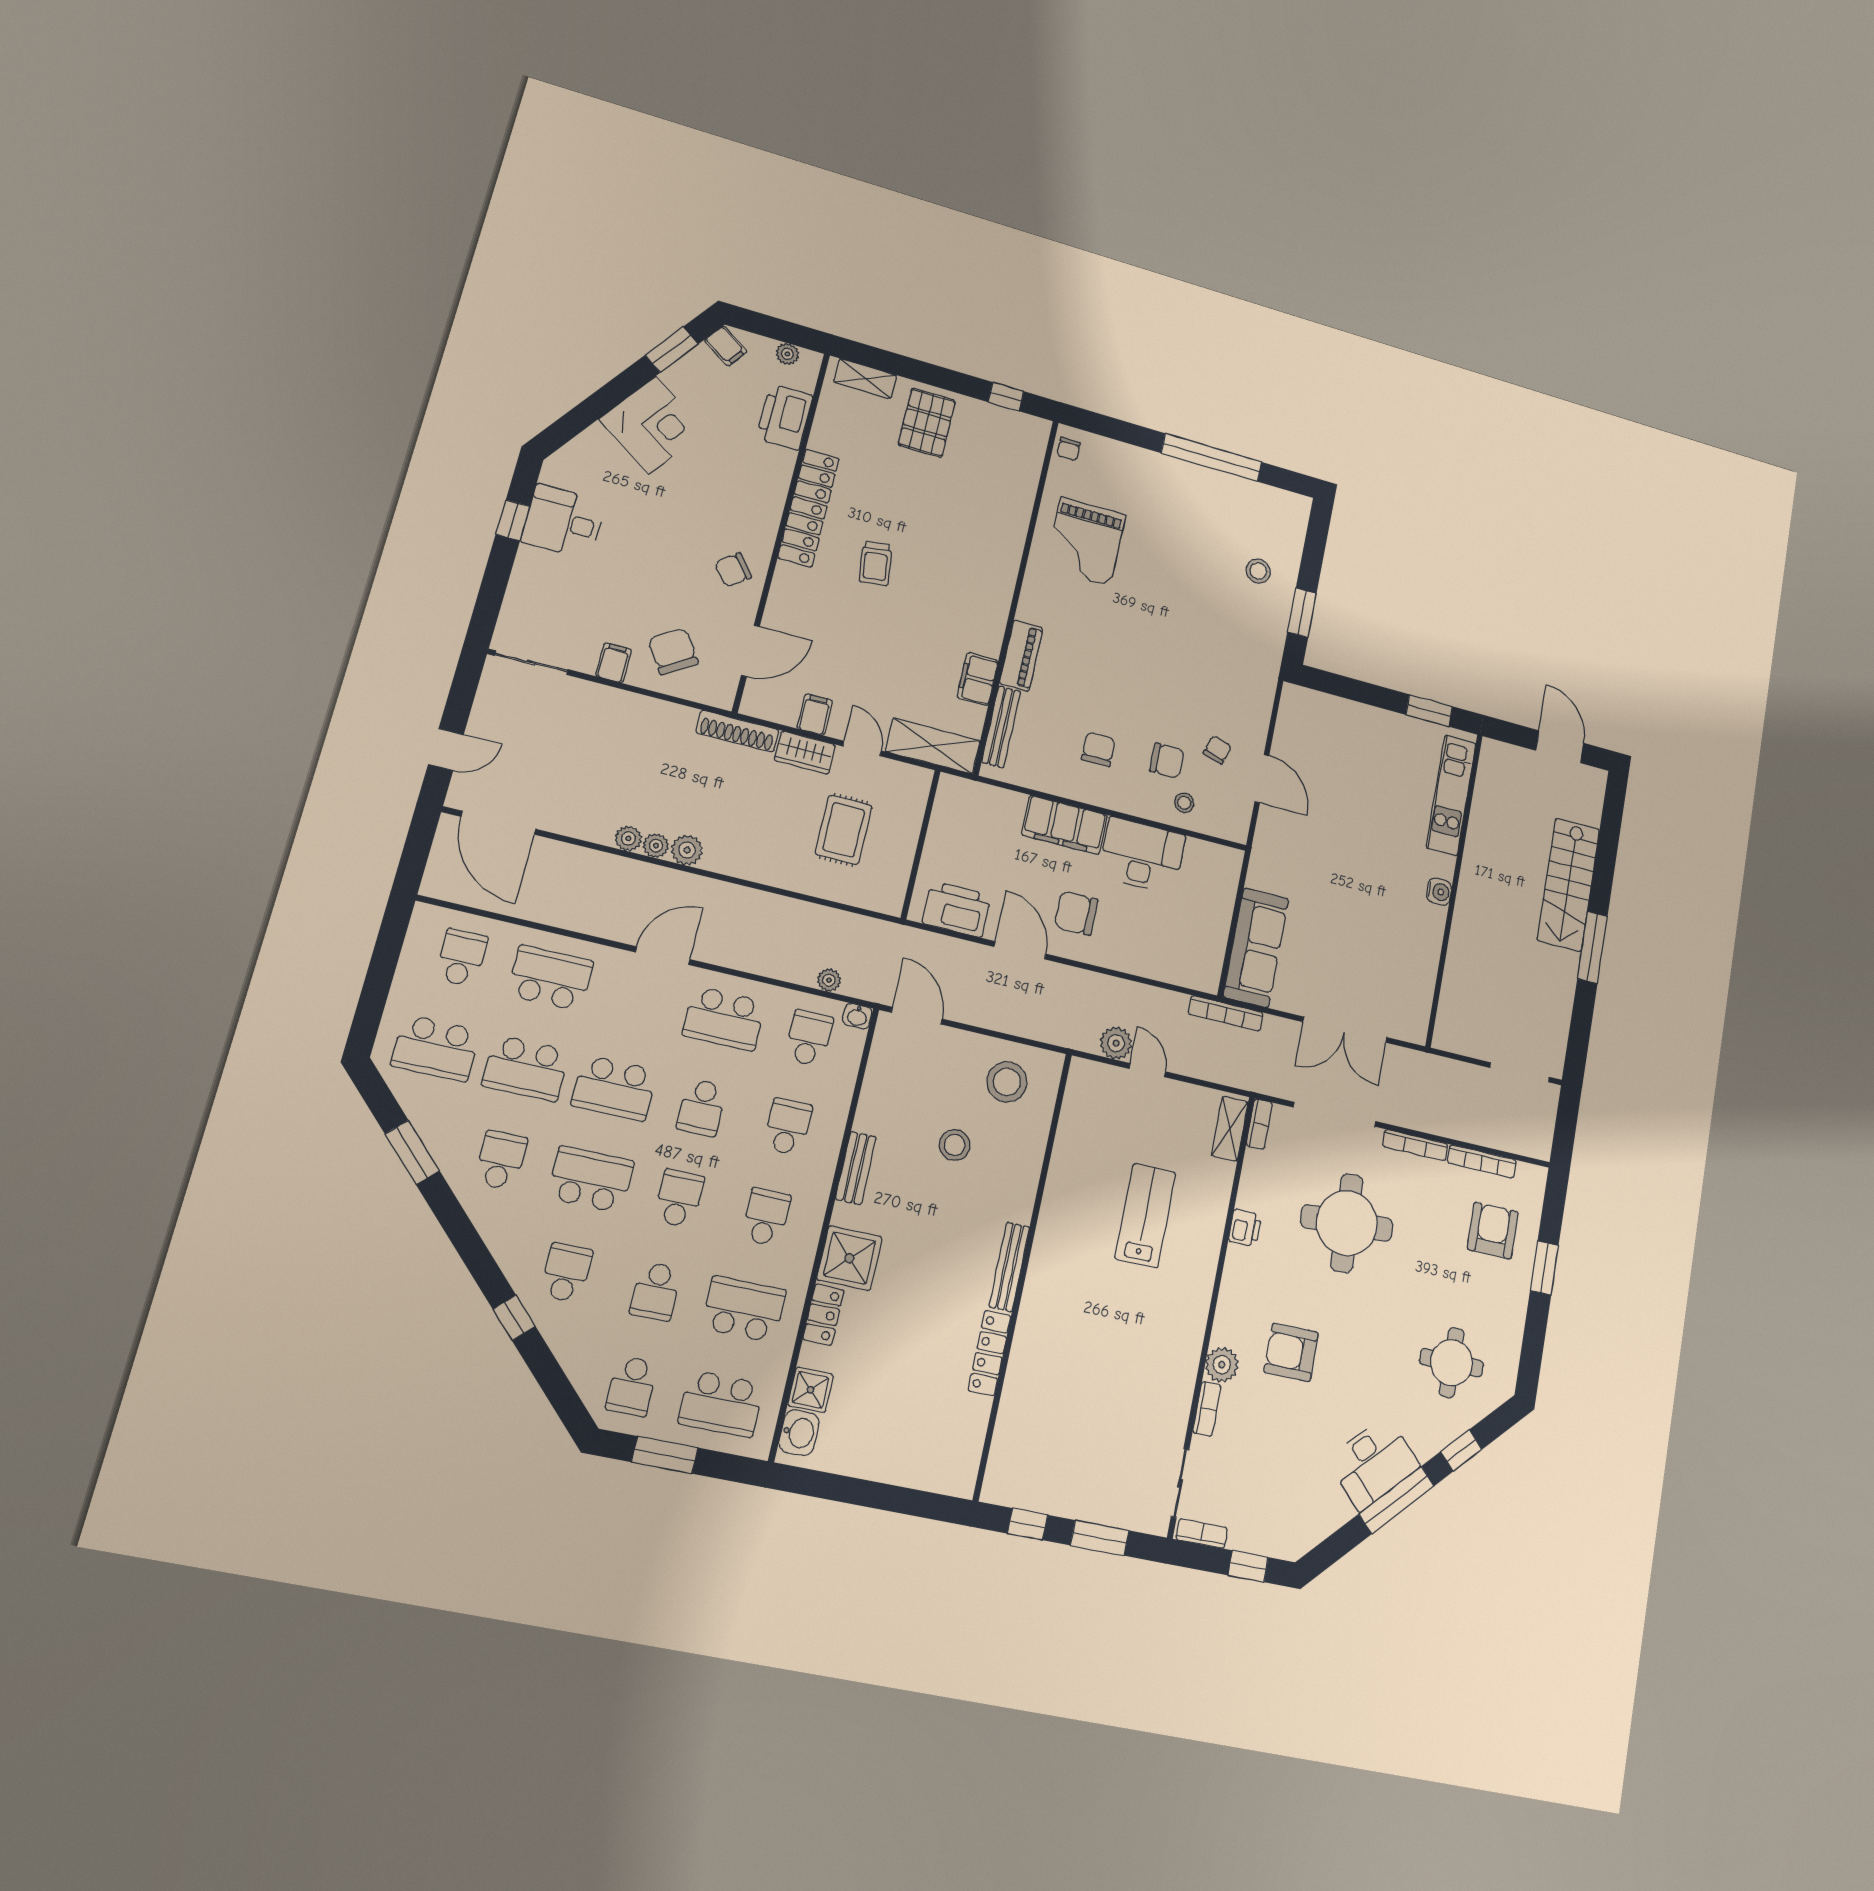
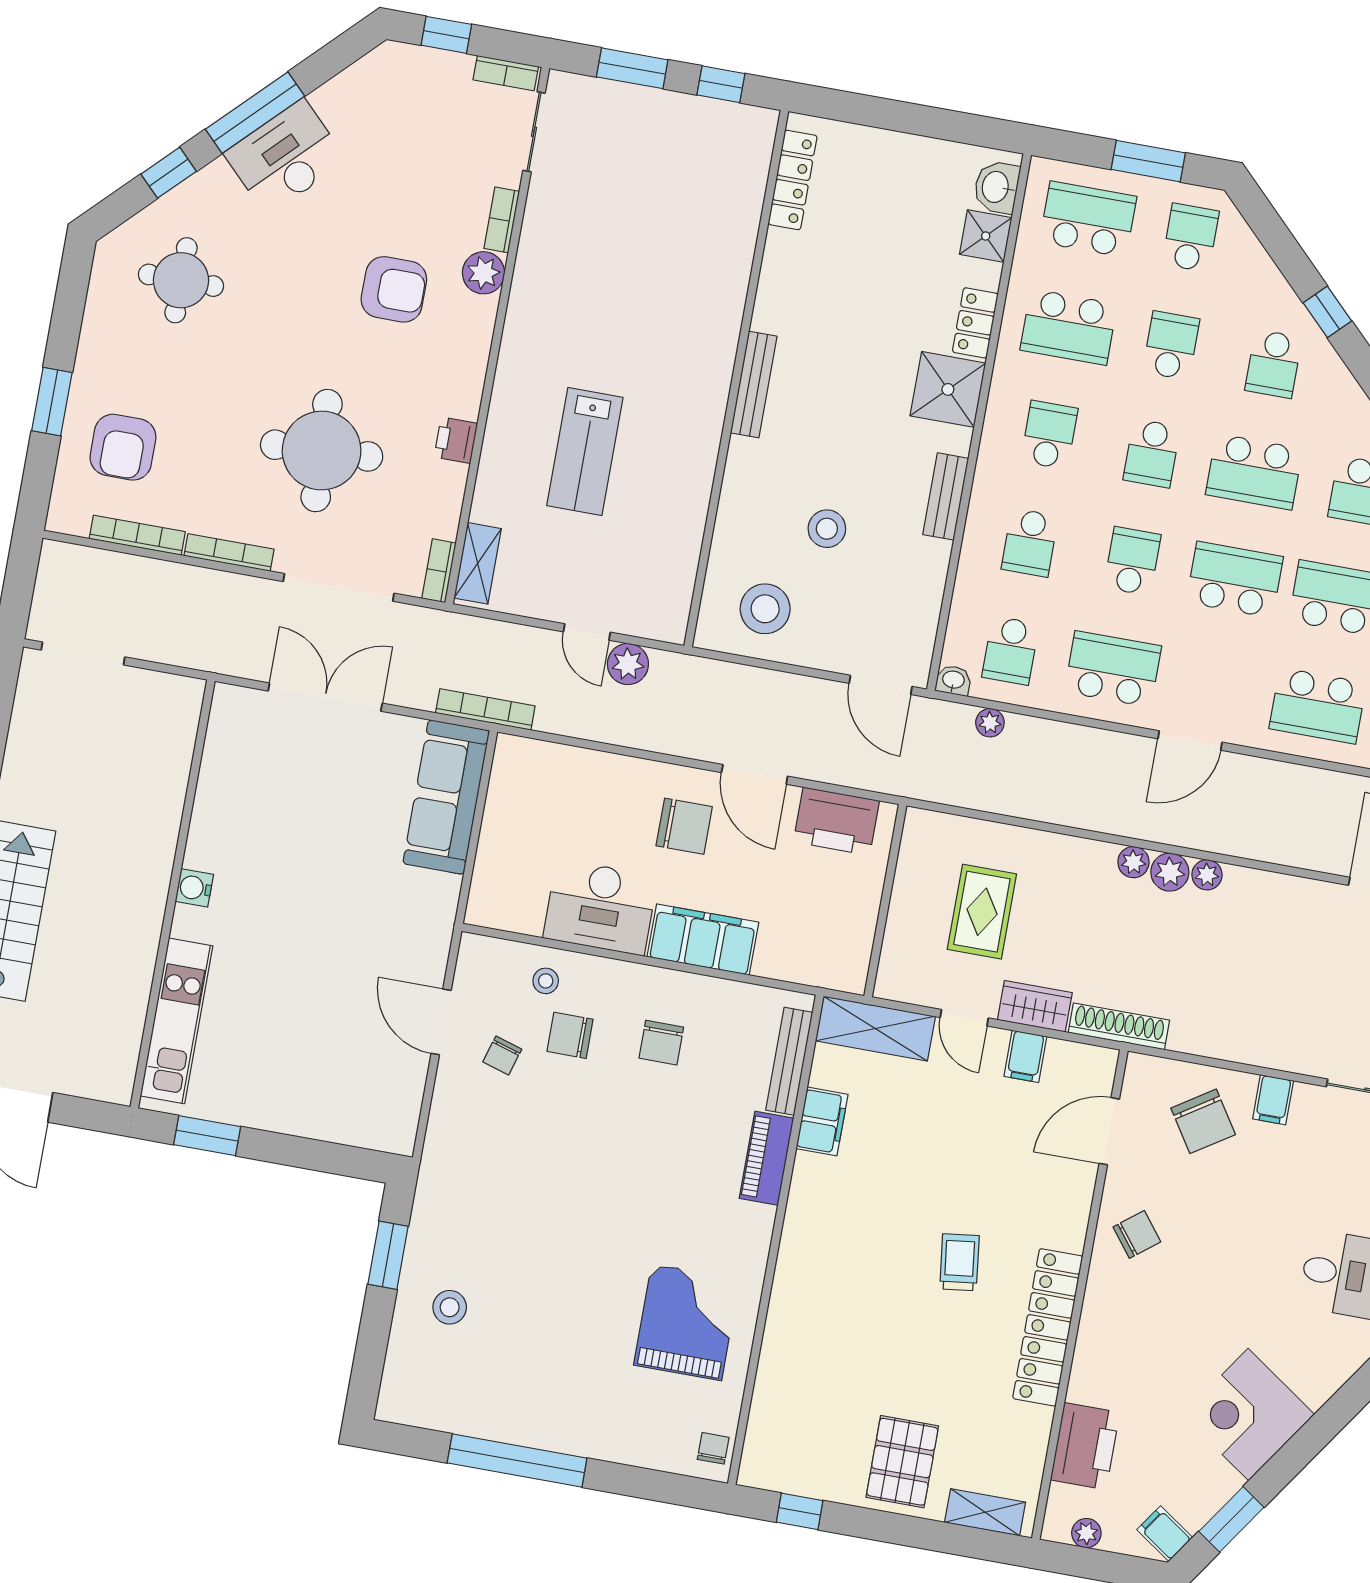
plant: (628, 838) -> (1133, 862), moved
school desk: (766, 1217) -> (1049, 435), turned 180
locker: (990, 1353) -> (793, 180), moved

